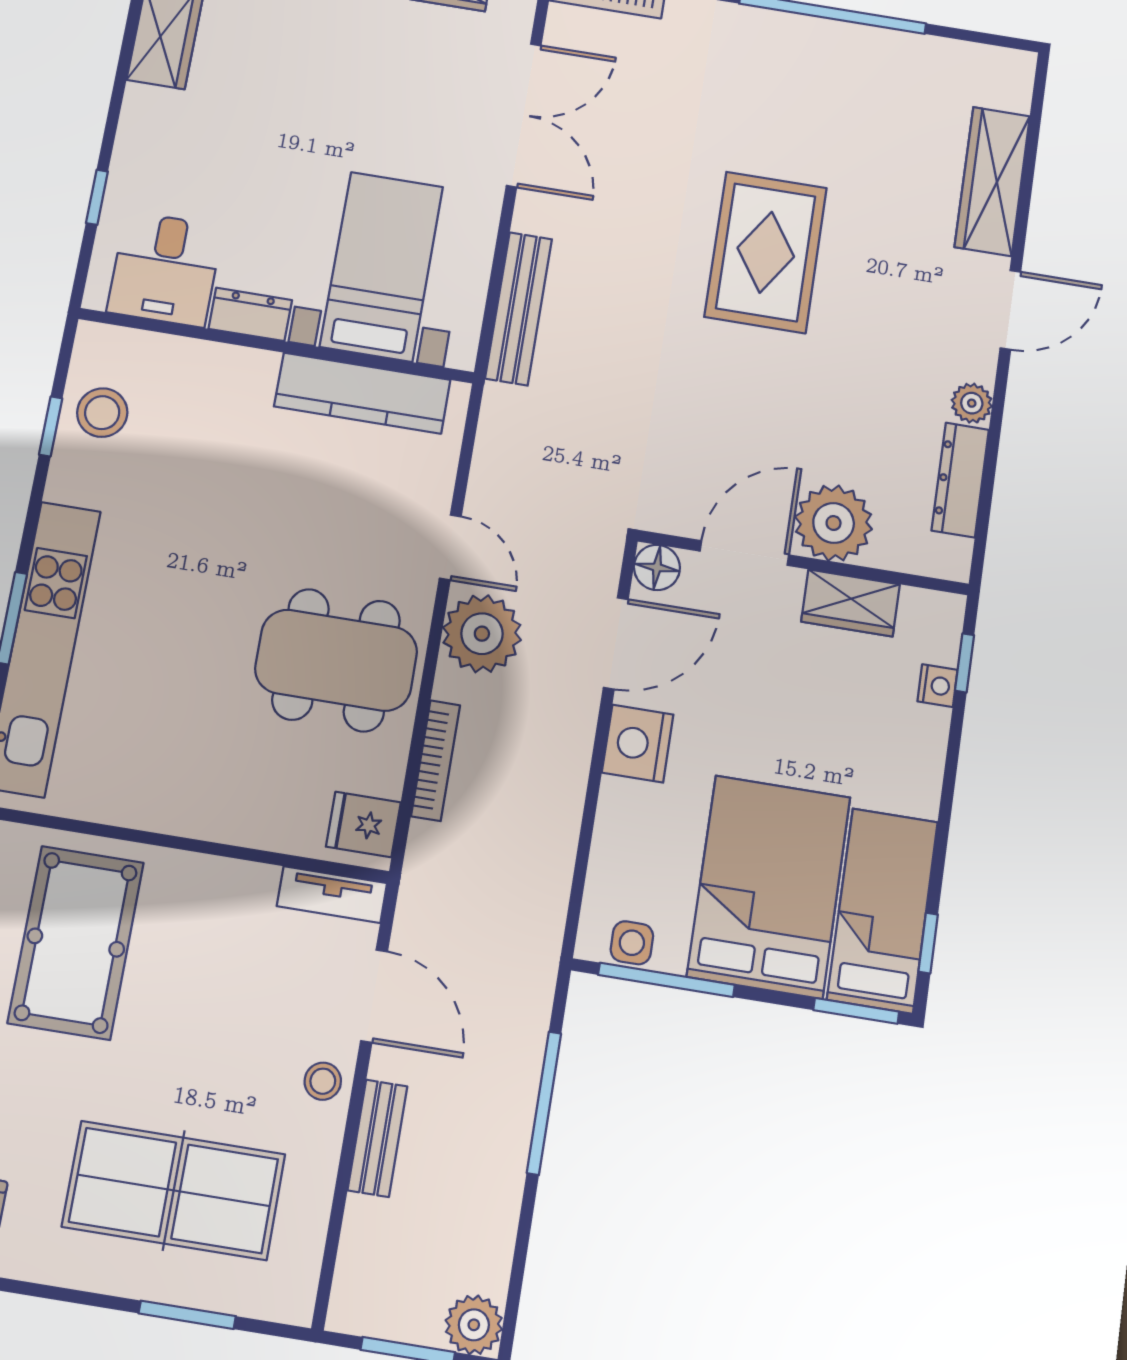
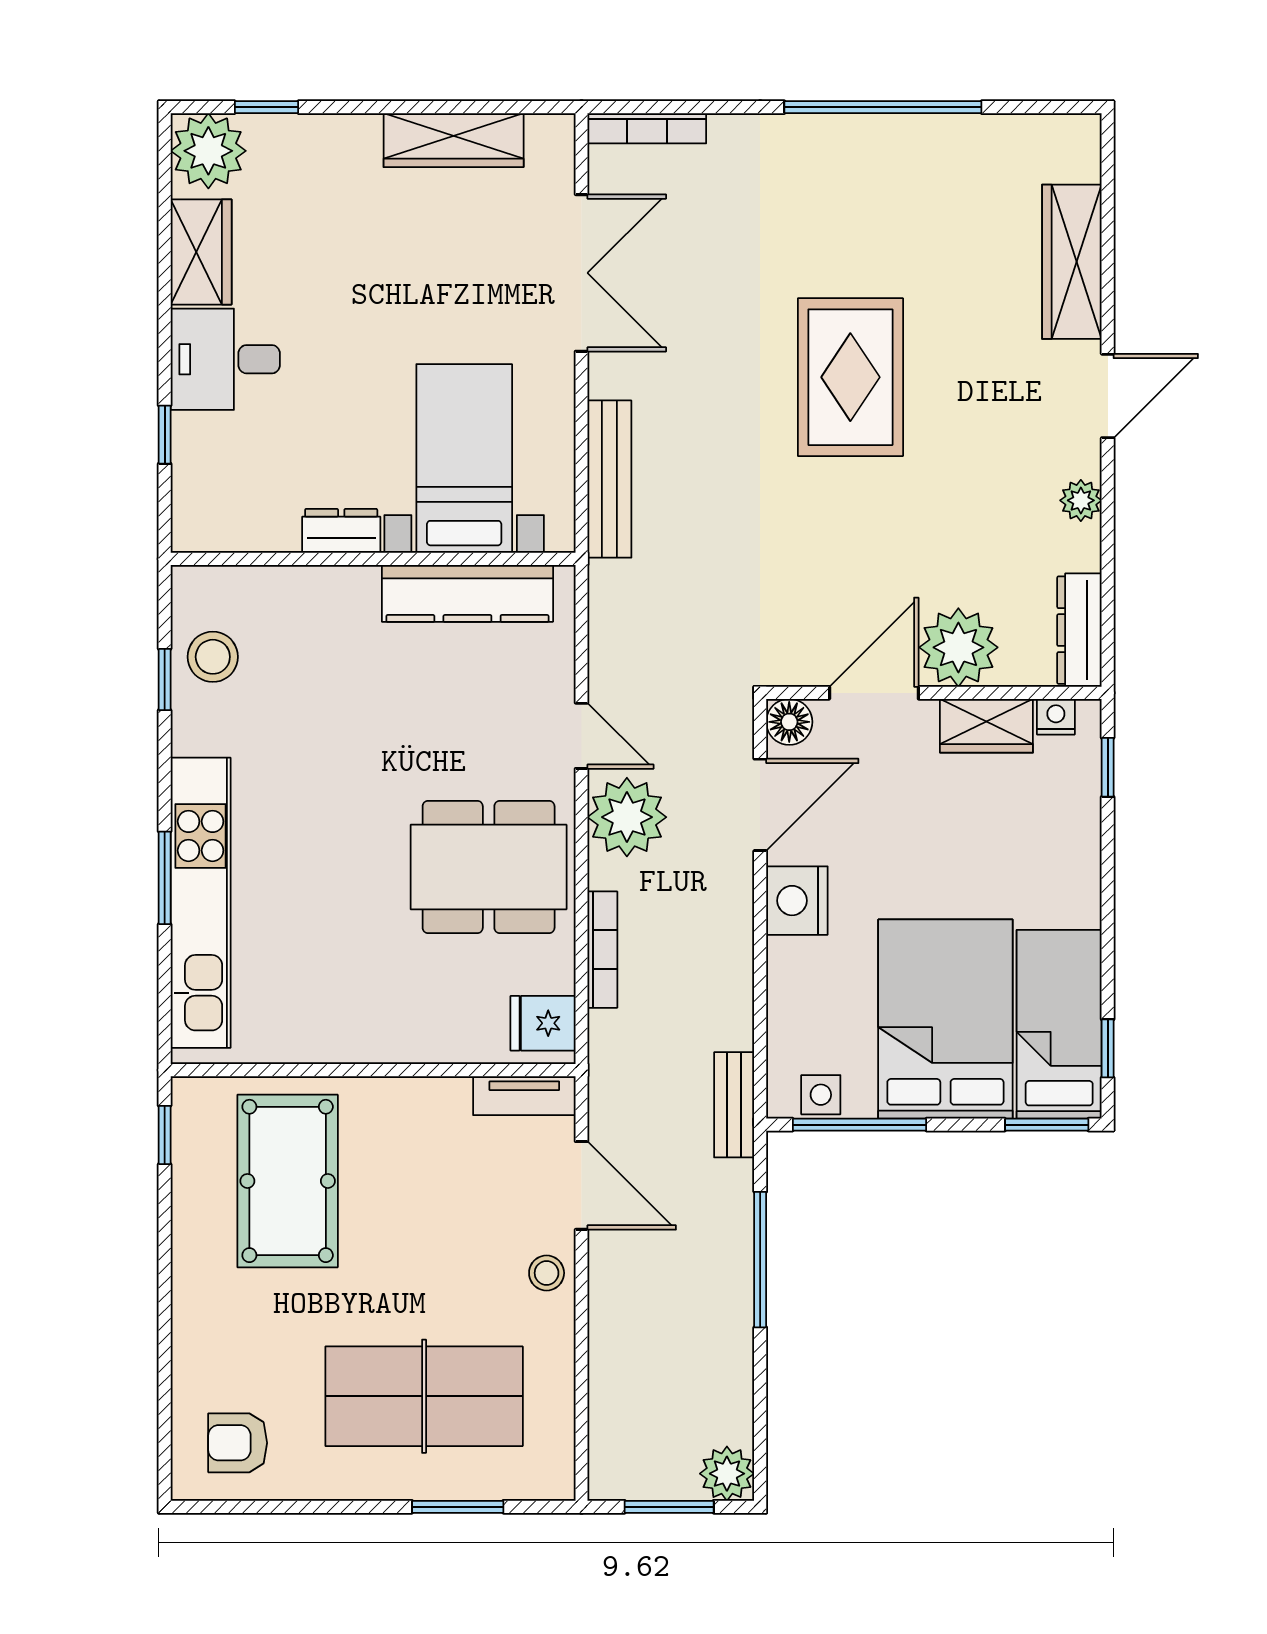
desk: (165, 269) -> (225, 359), moved, turned 90
dresser: (960, 480) -> (1079, 630), moved
nightstand: (937, 686) -> (1056, 717), moved, turned -90
bench: (377, 1138) -> (734, 1105), moved

